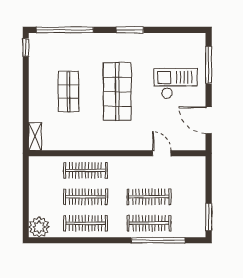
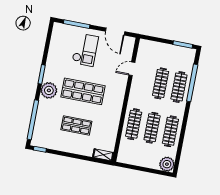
plant: (110, 44) -> (49, 90), added
checkout: (176, 84) -> (85, 50), turned 180
door: (209, 120) -> (115, 32), hinge flipped

